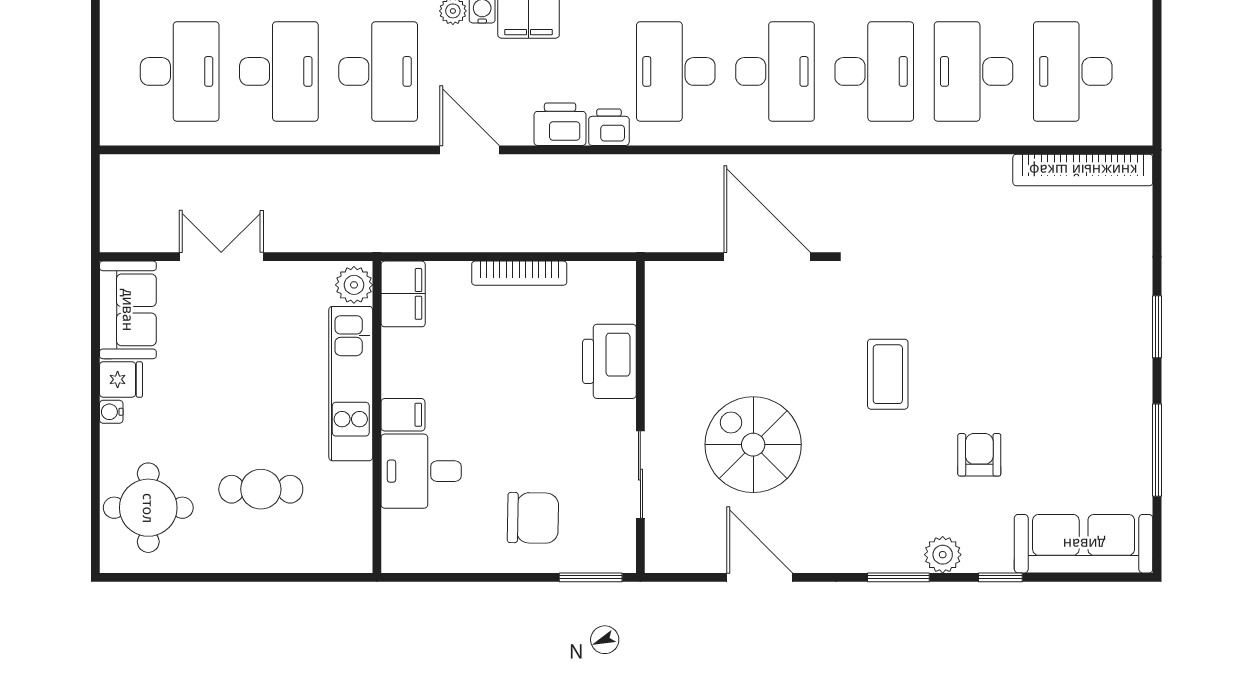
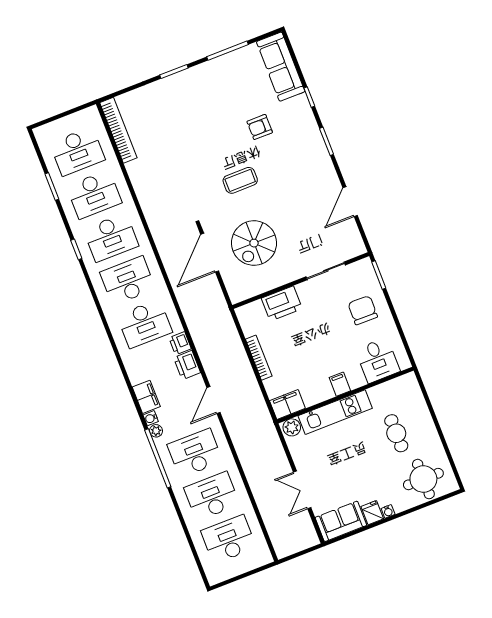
desk: (874, 71) -> (111, 238), turned 180
spiral stairs: (753, 445) -> (254, 243), moved
desk: (421, 471) -> (378, 360), moved
plant: (943, 555) -> (309, 126), removed

